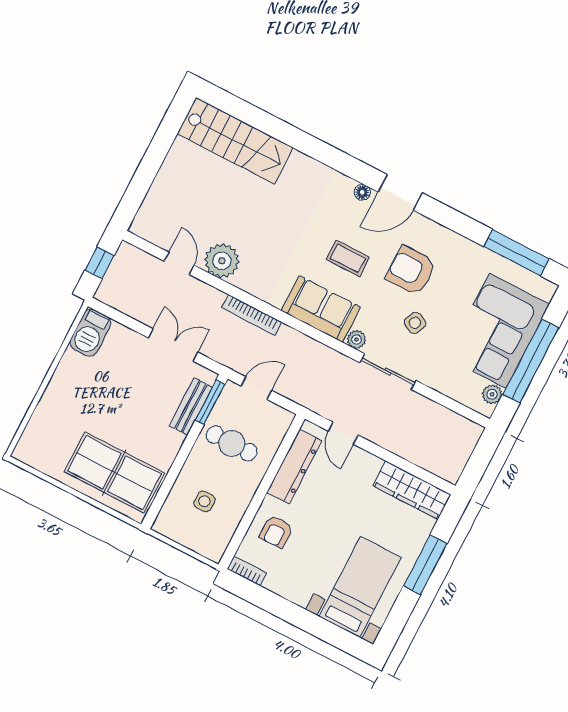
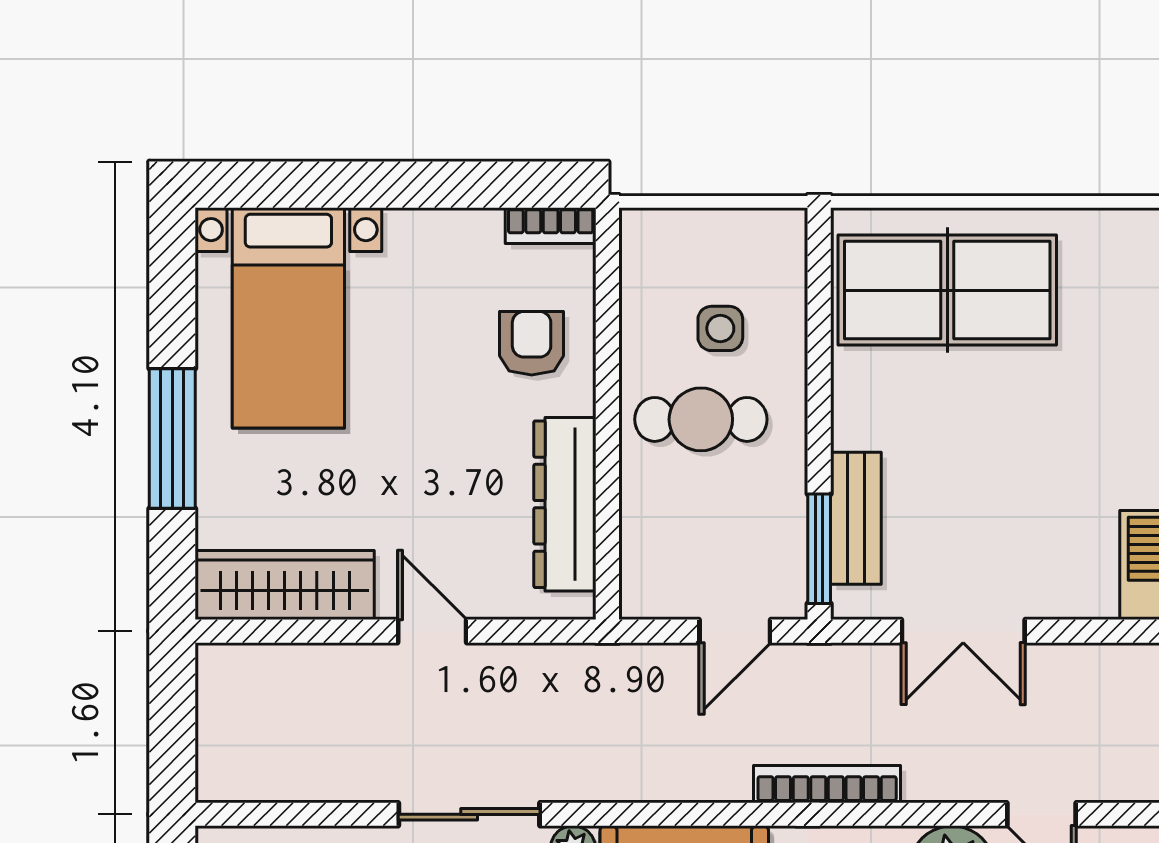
door: (343, 433) -> (432, 631), moved
cafe table: (232, 443) -> (701, 419), moved

